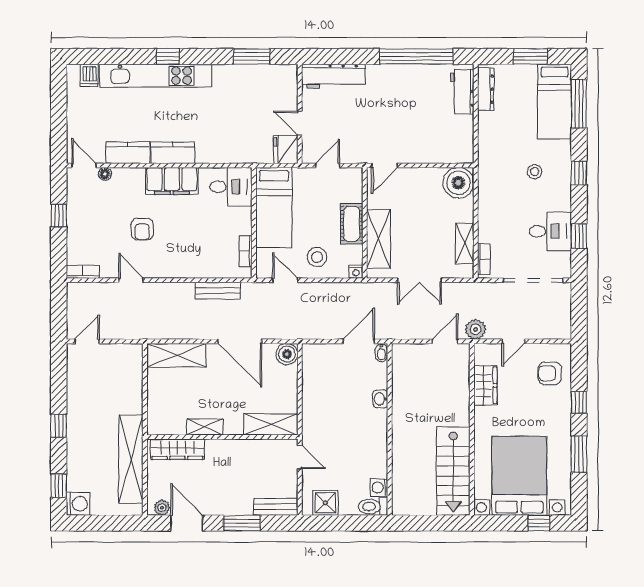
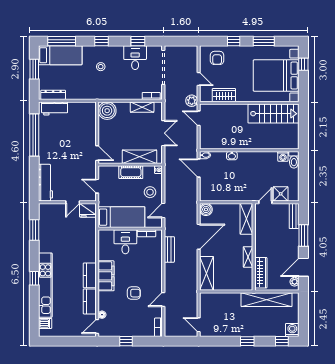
desk: (231, 187) -> (125, 242), moved
shower: (325, 503) -> (281, 194), moved

